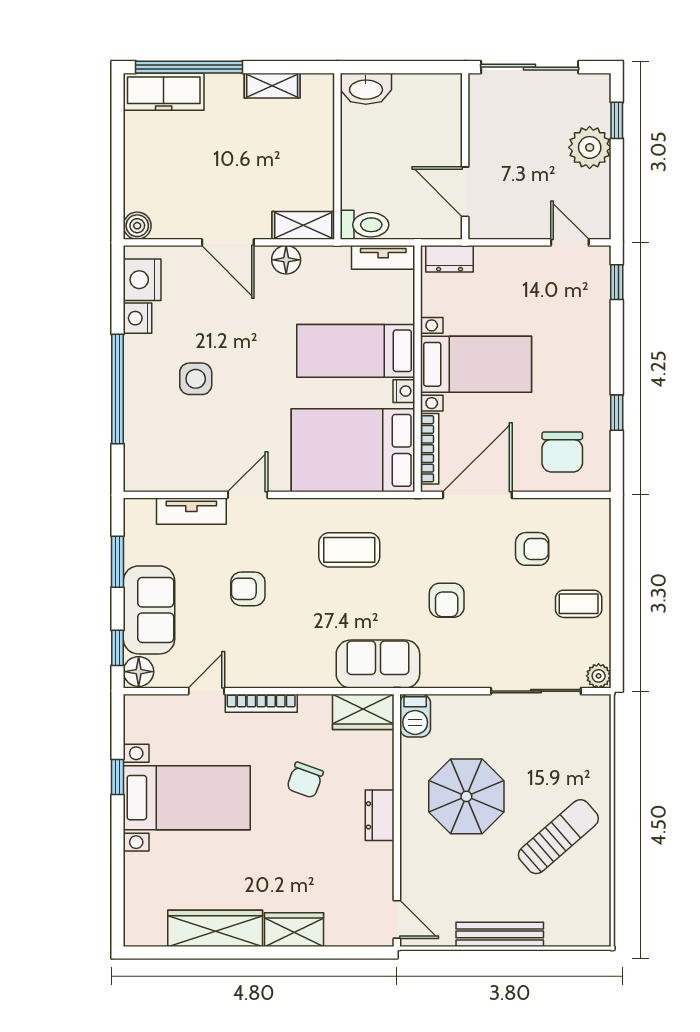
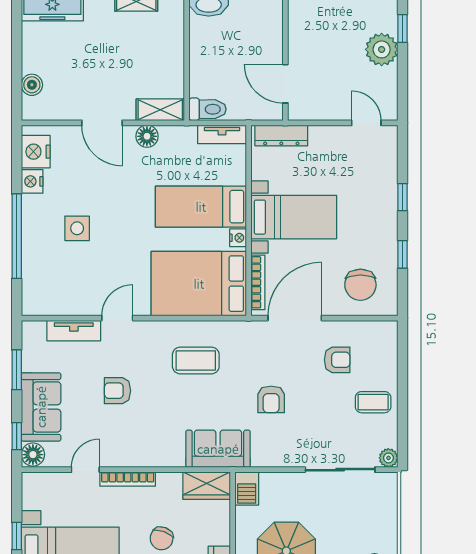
boiler: (137, 226) -> (32, 85), moved
dresser: (450, 259) -> (281, 135), width x1.44
window: (617, 282) -> (403, 197), moved

